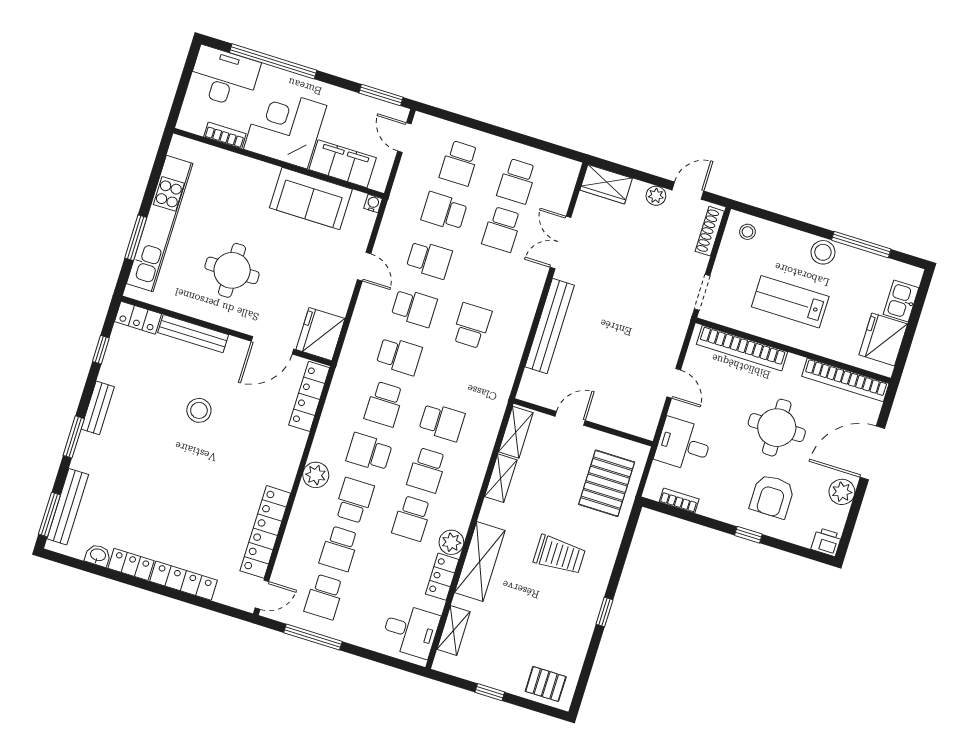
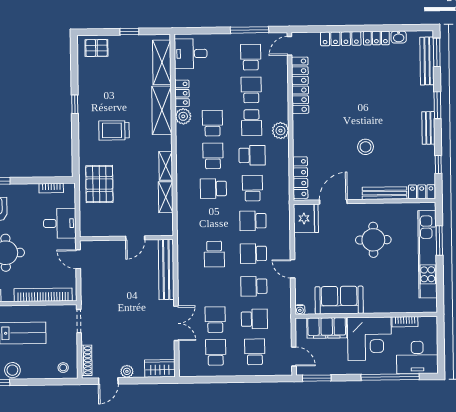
door: (570, 418) -> (135, 238), moved
wall: (583, 422) -> (126, 238), moved
shelving: (454, 631) -> (162, 62), width x1.50, depth x1.33

